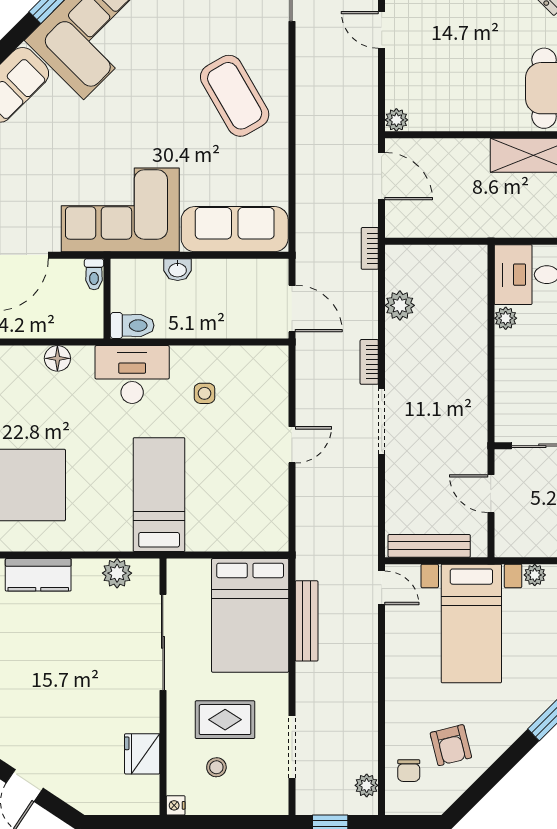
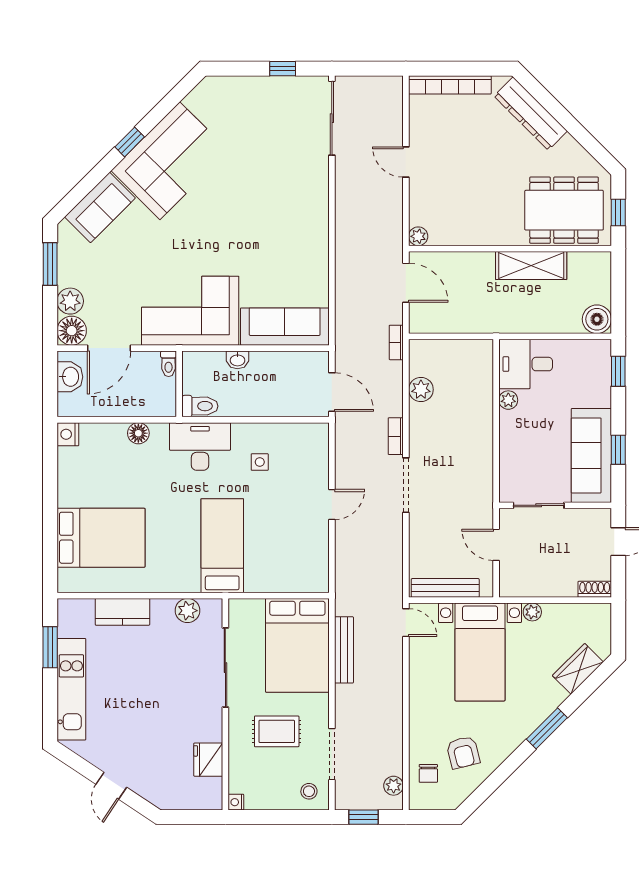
coffee table: (235, 96) -> (285, 216), removed
stool: (216, 767) -> (309, 791), moved

